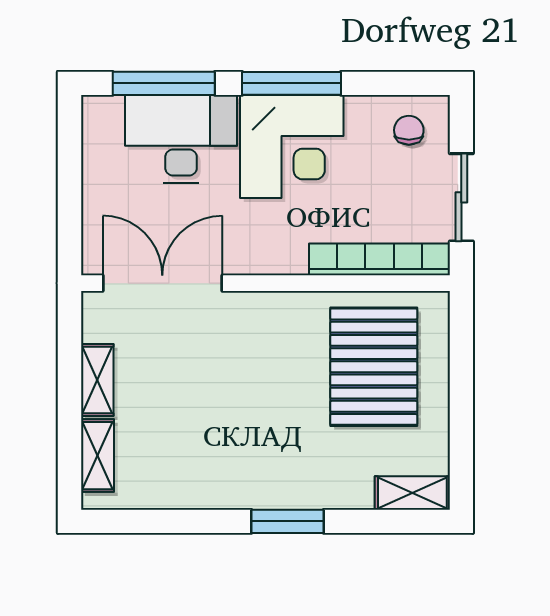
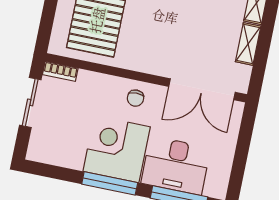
chair: (409, 130) -> (135, 98), moved
bookcase: (379, 259) -> (60, 71), width x0.43, depth x0.76

